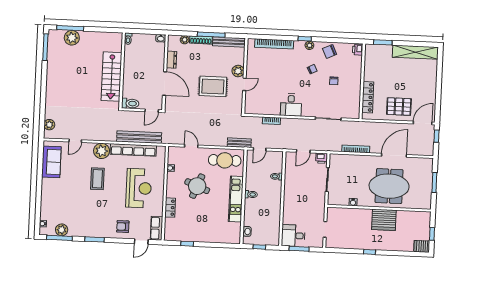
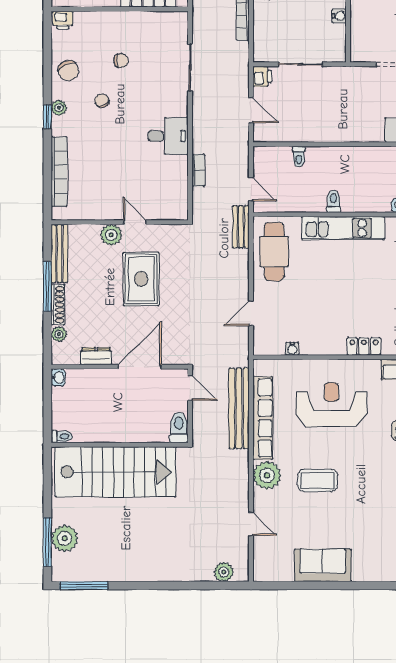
stairs: (111, 77) -> (116, 472), width x1.36, depth x1.51
sofa: (51, 162) -> (323, 565), moved
round table: (197, 186) -> (323, 299), removed

